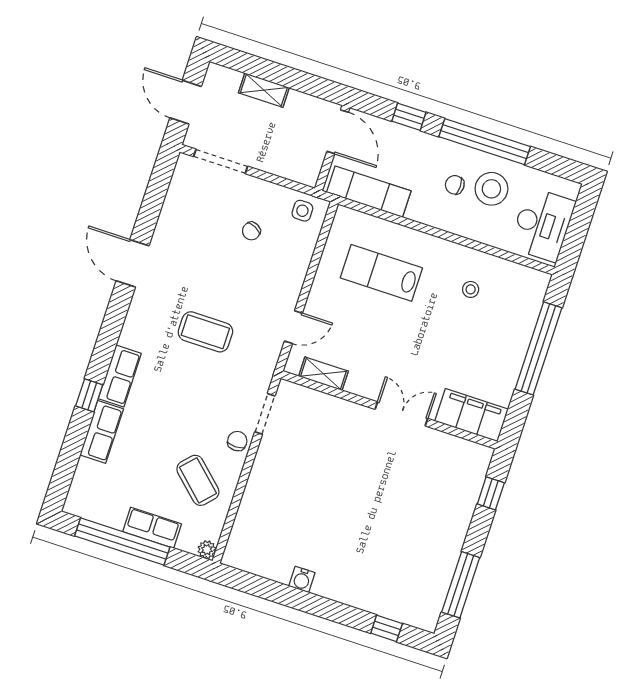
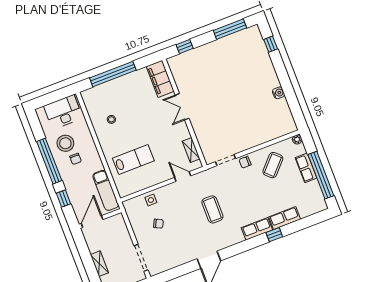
side table: (302, 211) -> (151, 200), moved
lab bench: (381, 273) -> (133, 159), turned -90

